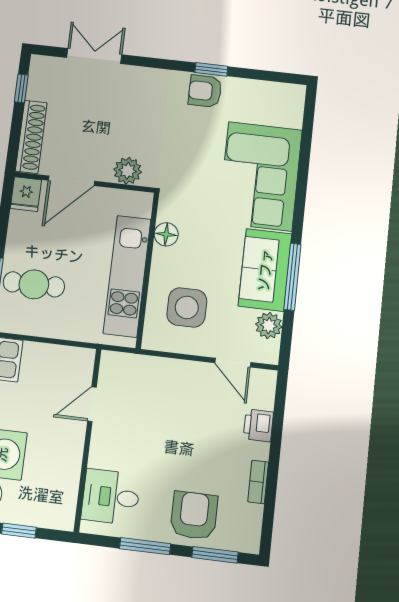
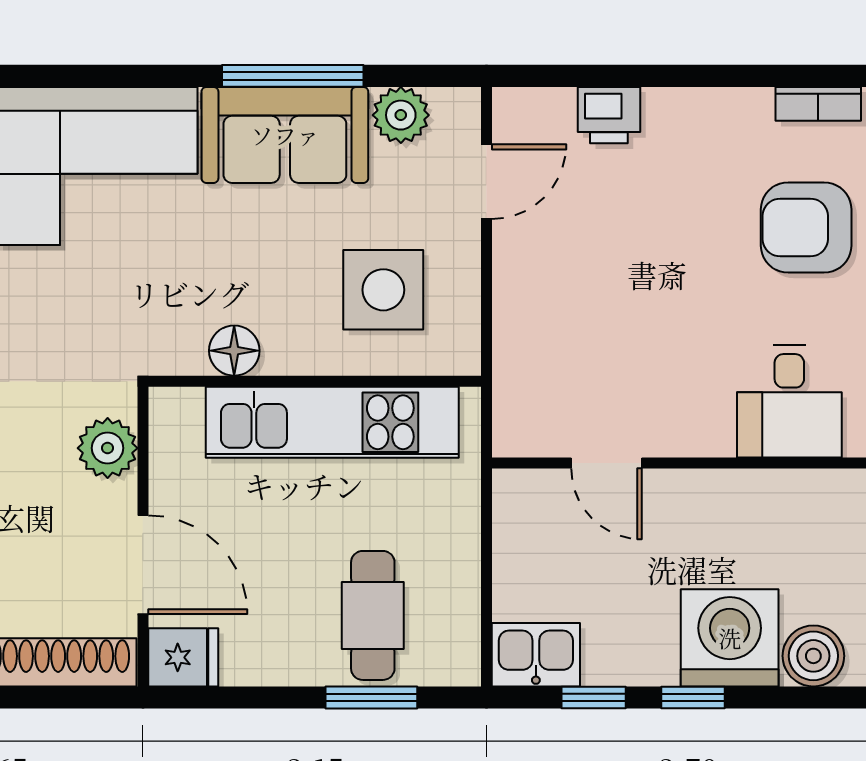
bookcase: (258, 482) -> (818, 104), moved

